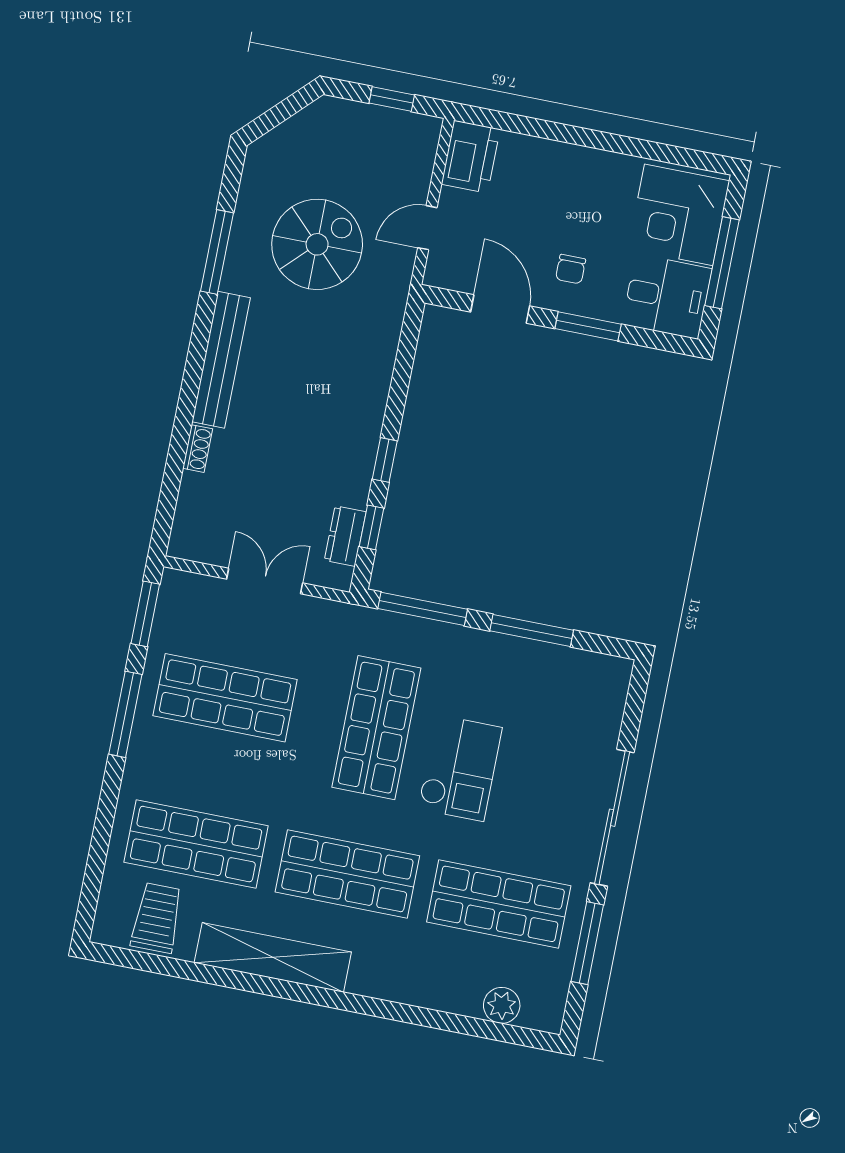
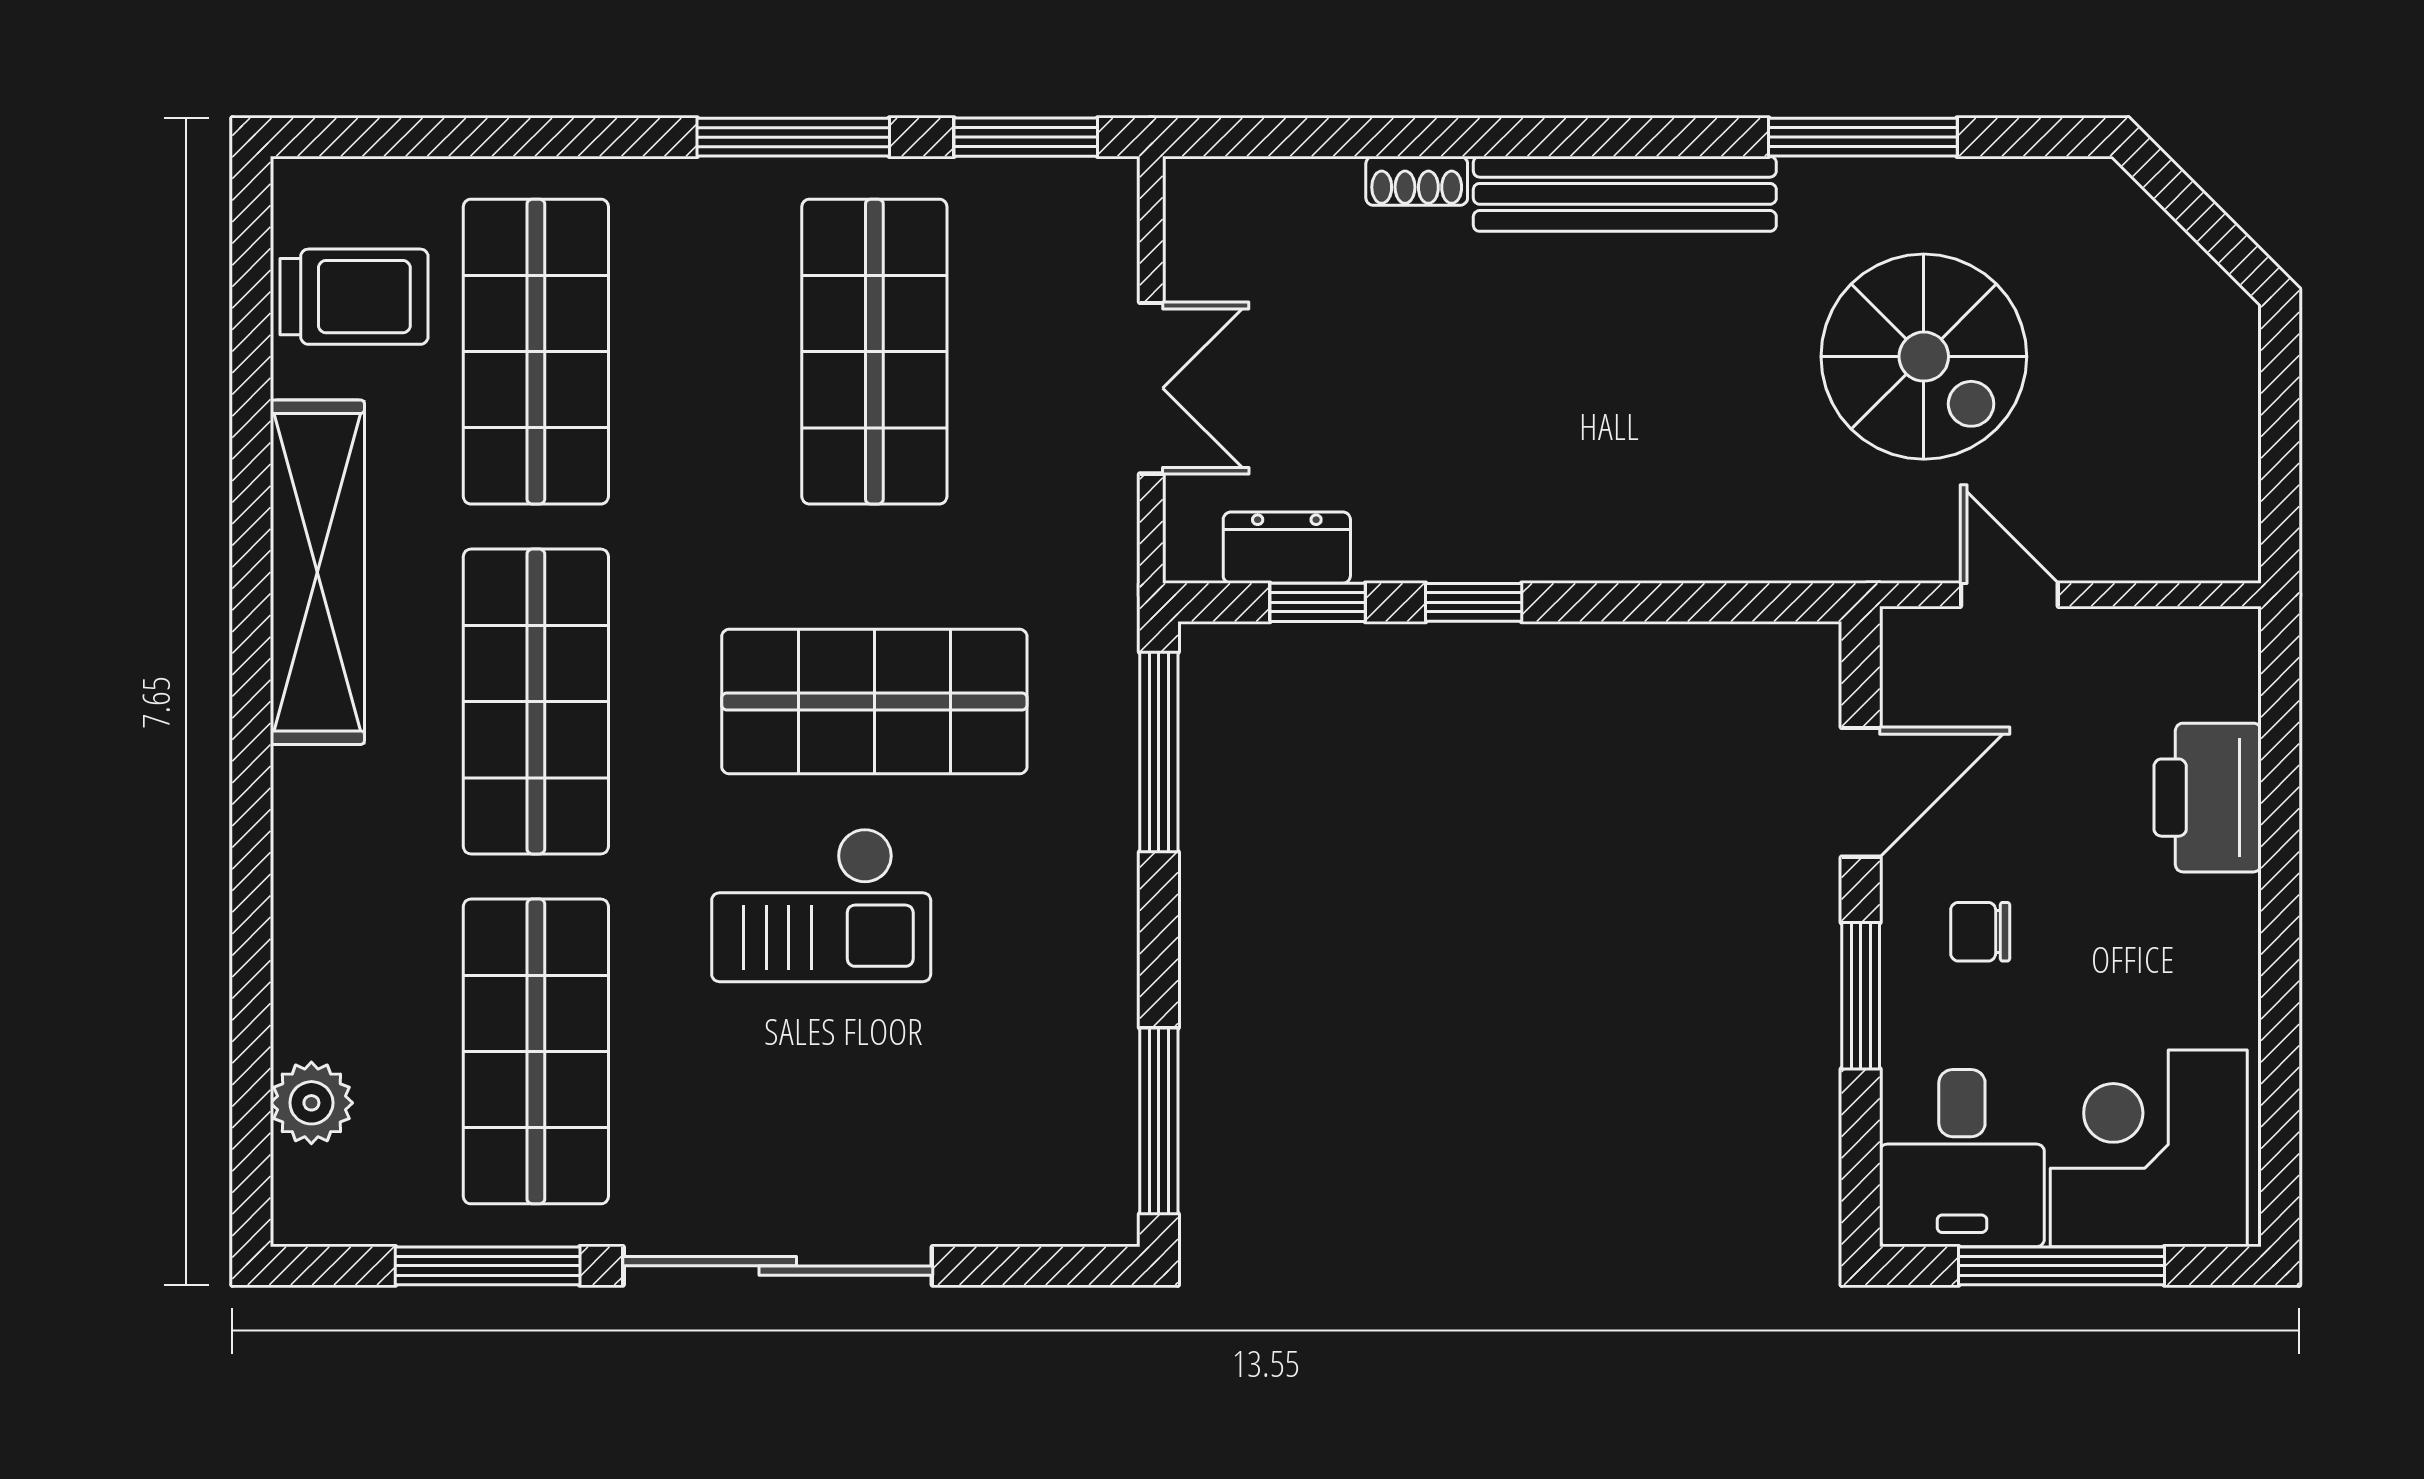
window: (392, 99) -> (2280, 459), removed
printer: (471, 157) -> (2208, 798), moved, turned 90
window: (532, 631) -> (1159, 1121), moved

